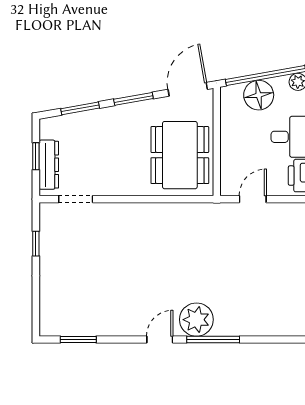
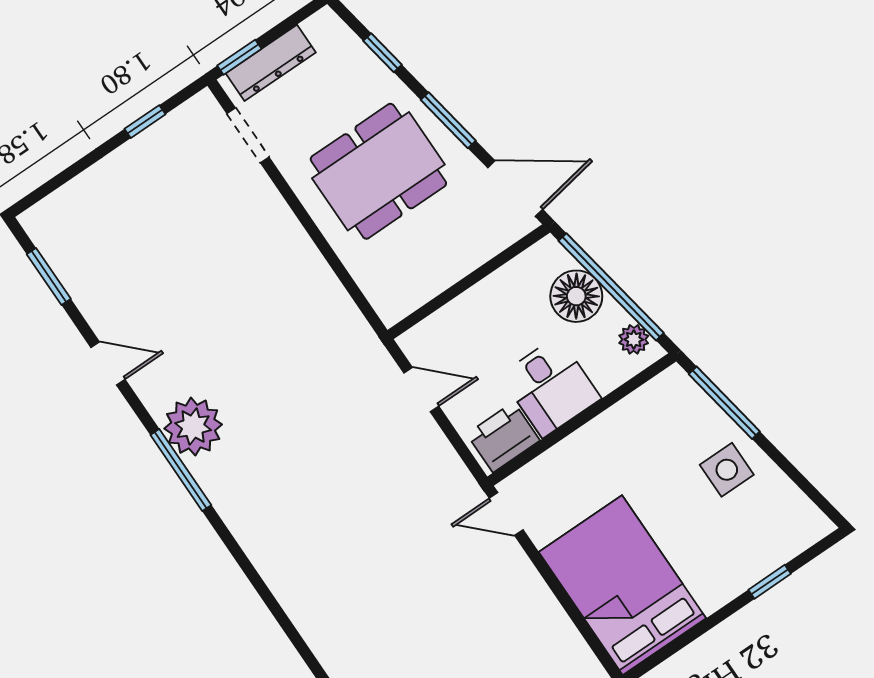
window: (80, 108) -> (383, 53), width x0.67
dining table: (180, 155) -> (378, 171), moved
window: (36, 156) -> (239, 57), moved
door: (160, 340) -> (108, 363), moved

